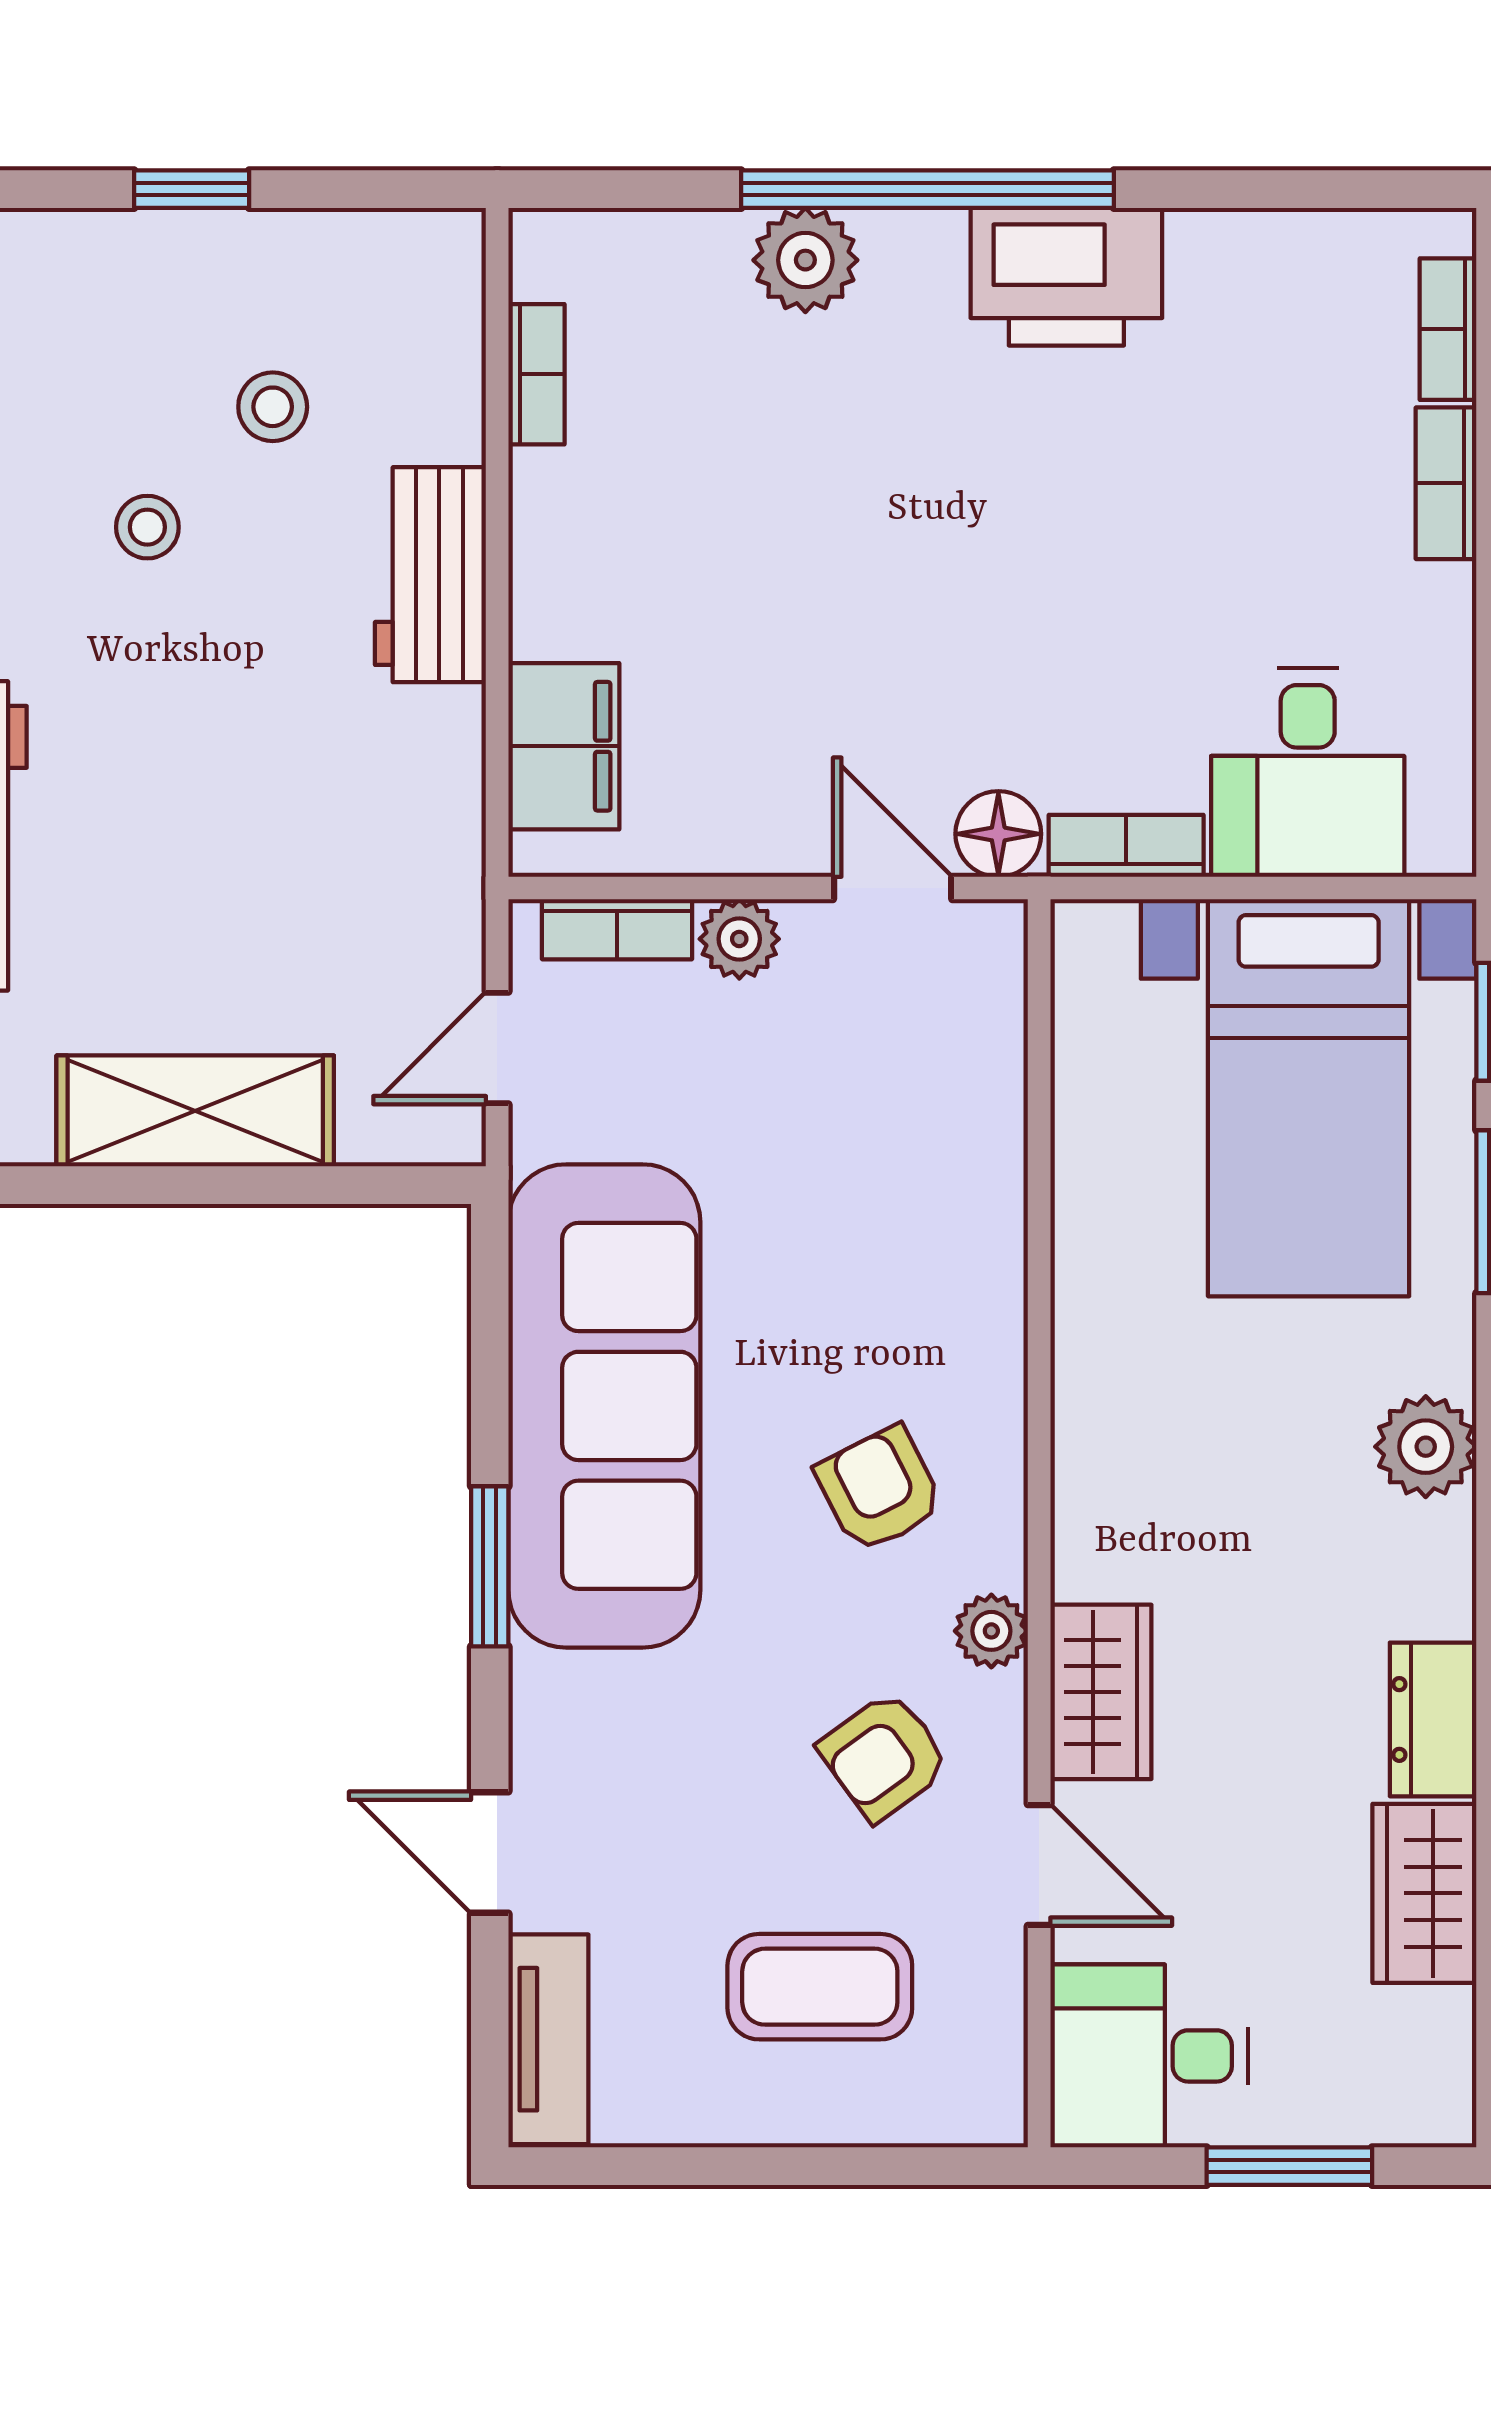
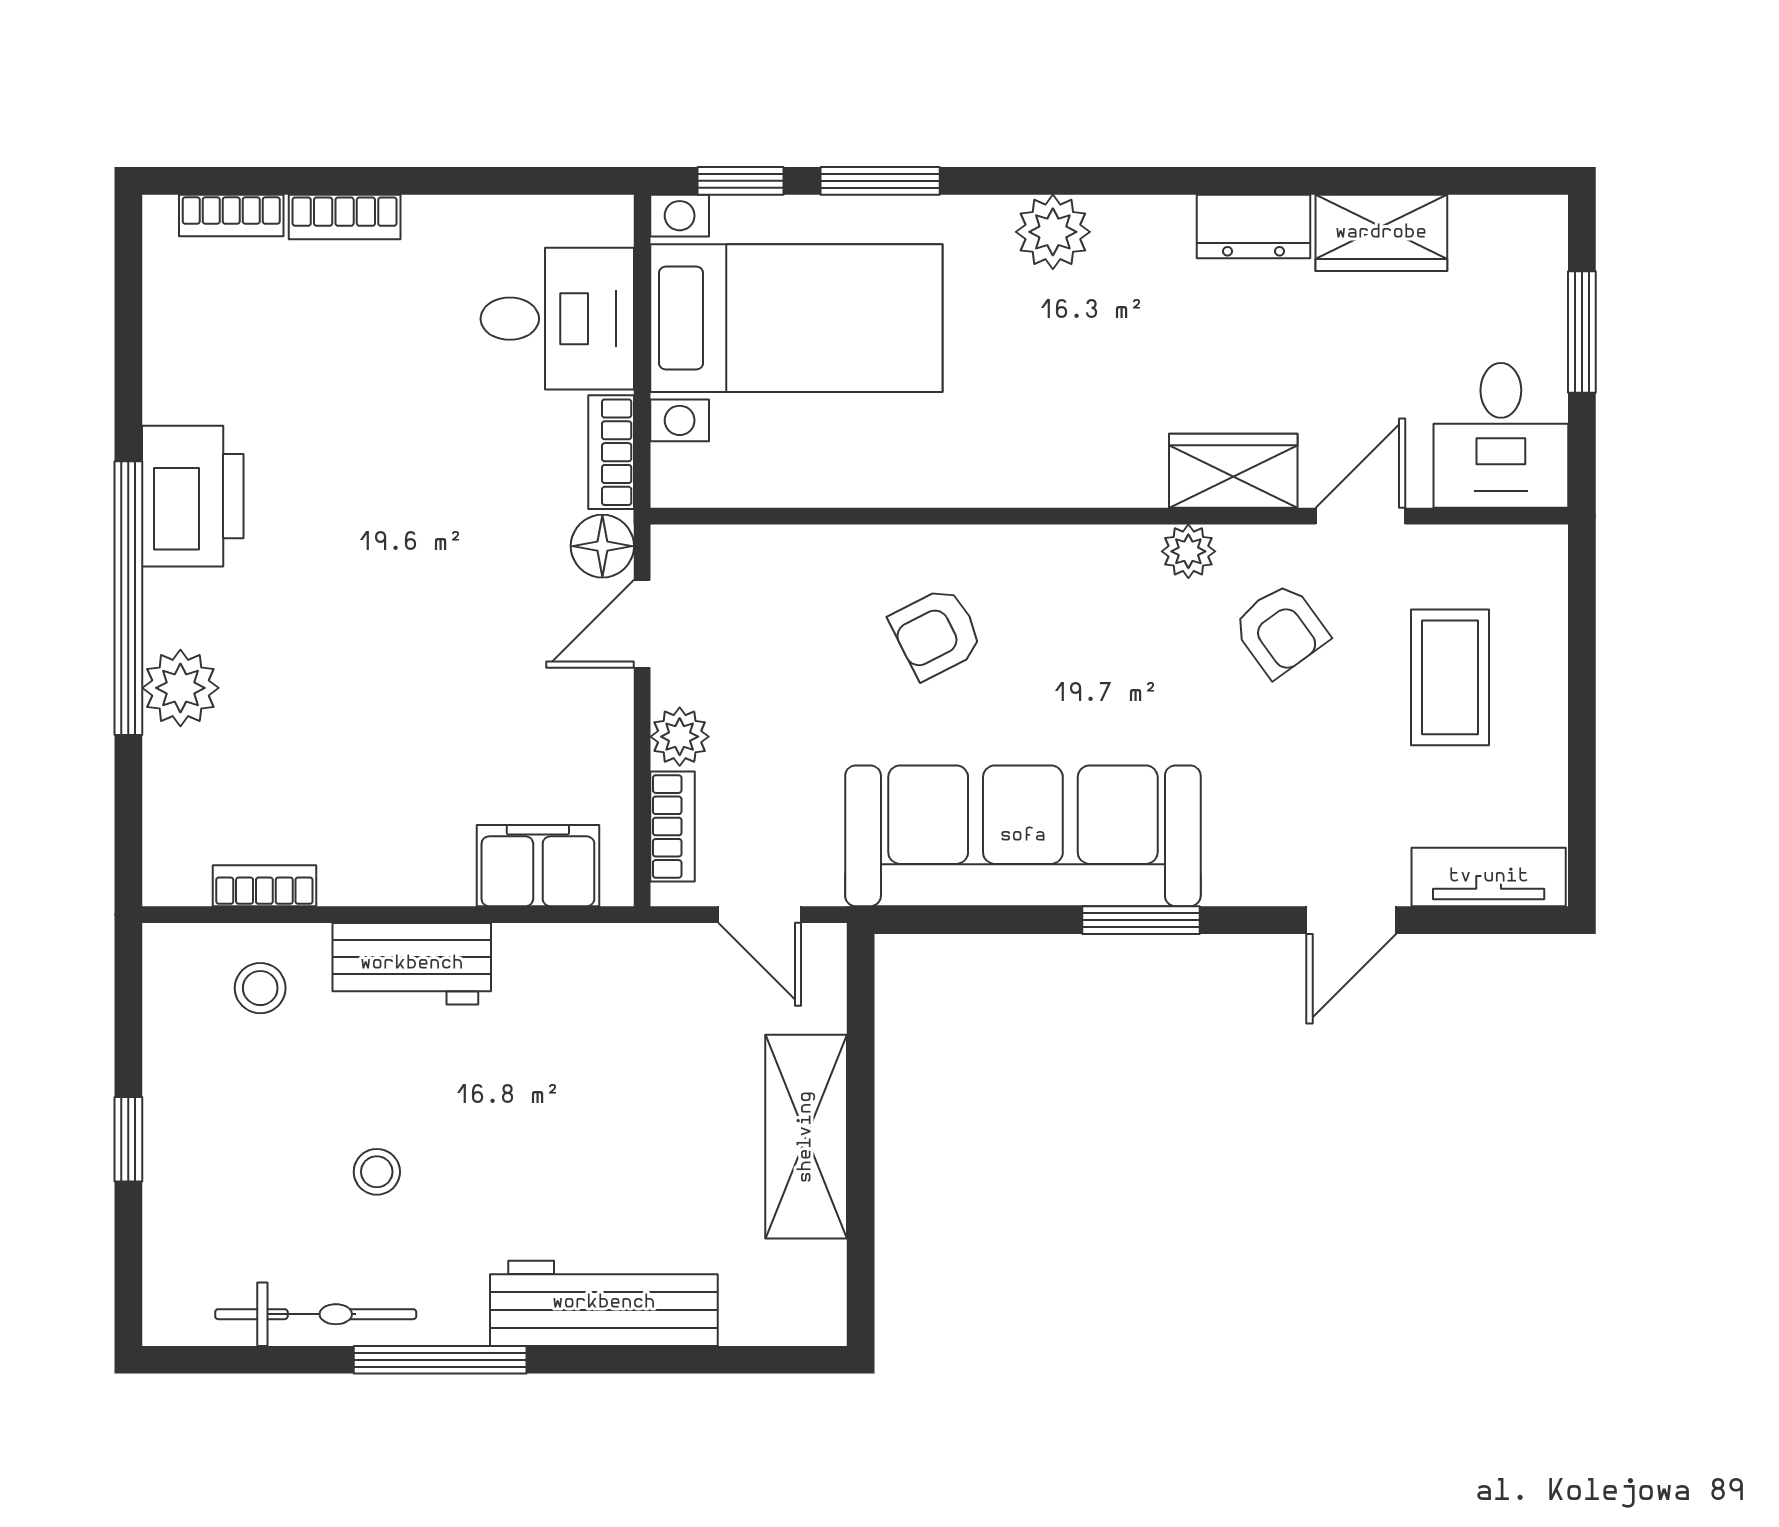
stool: (273, 407) -> (260, 988), moved
armchair: (879, 1489) -> (936, 633), moved

